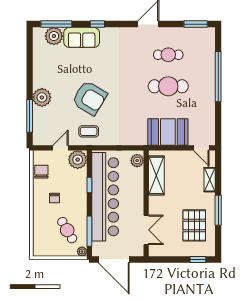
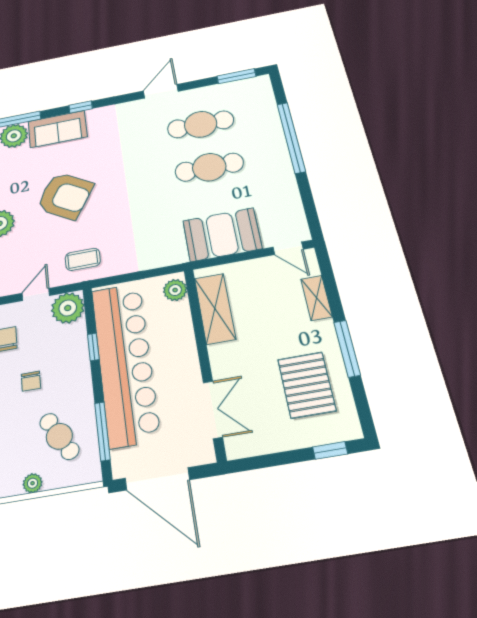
cafe table: (168, 55) -> (201, 124), width x1.37, depth x1.35
armchair: (89, 98) -> (65, 196), moved
plant: (82, 251) -> (33, 483), moved

